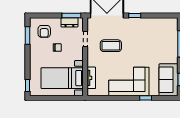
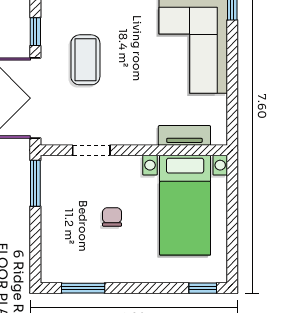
dresser: (69, 22) -> (52, 188), removed
armchair: (44, 31) -> (73, 248), removed
coffee table: (111, 46) -> (85, 60), moved

